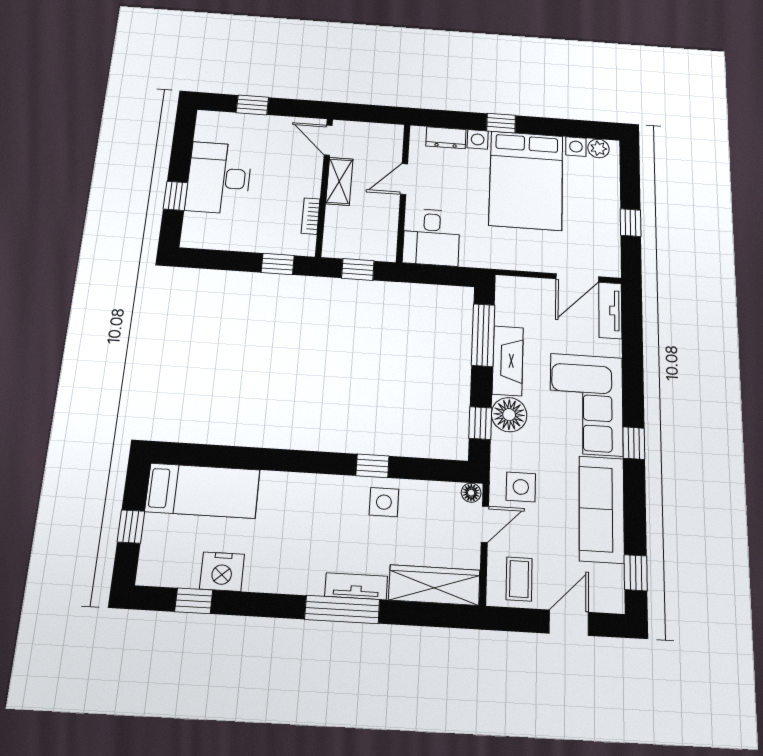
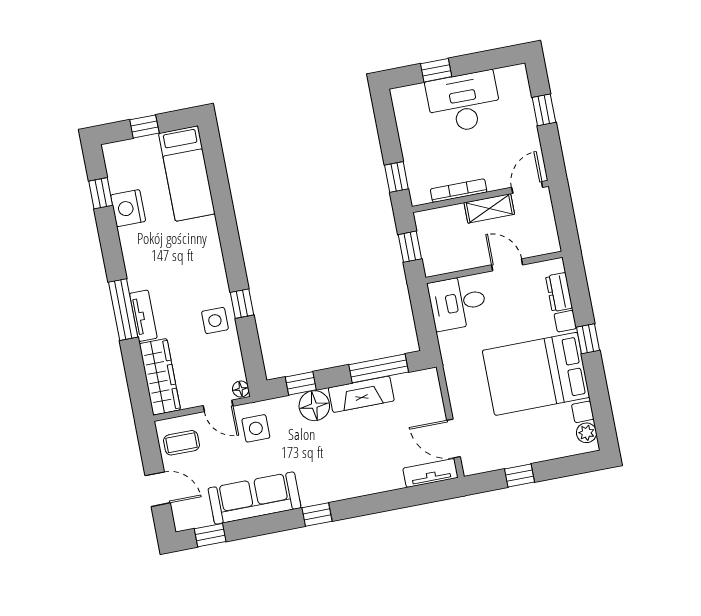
bookcase: (311, 216) -> (459, 191), width x1.56
corner sofa: (586, 404) -> (340, 469), removed

